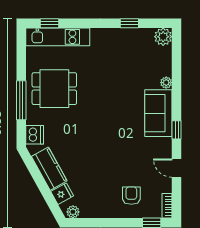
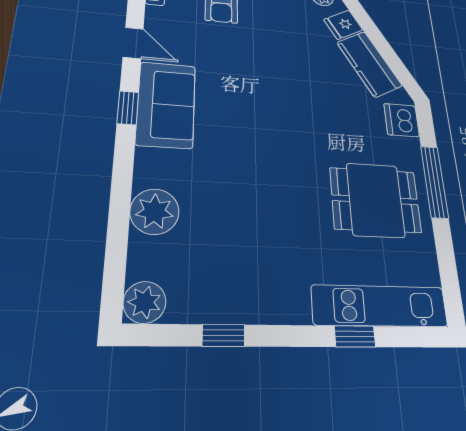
window: (50, 23) -> (355, 336), moved
plant: (166, 83) -> (155, 212), width x1.88, depth x1.88
sofa: (158, 113) -> (166, 104), moved

